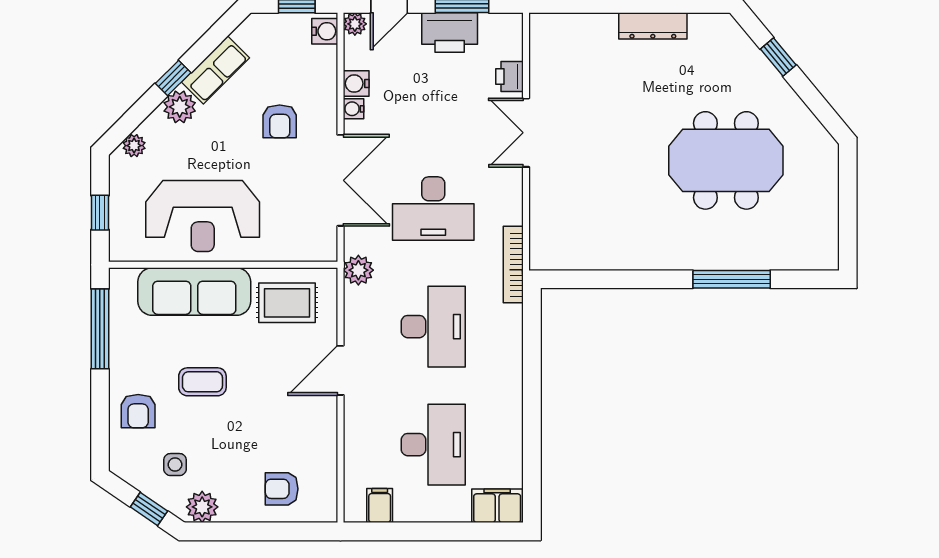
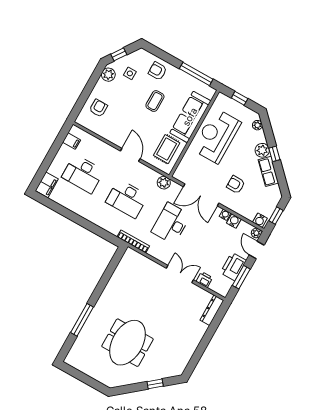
dresser: (653, 26) -> (212, 310), moved

